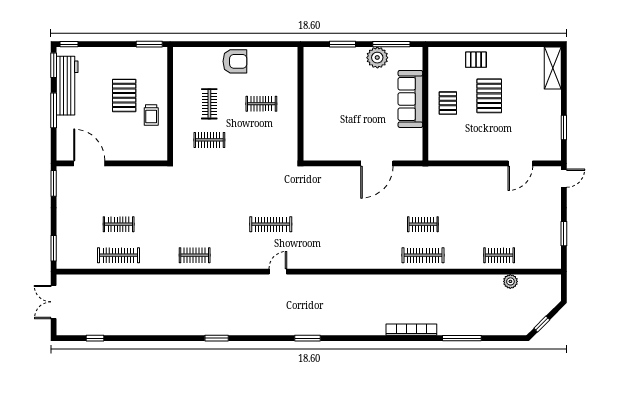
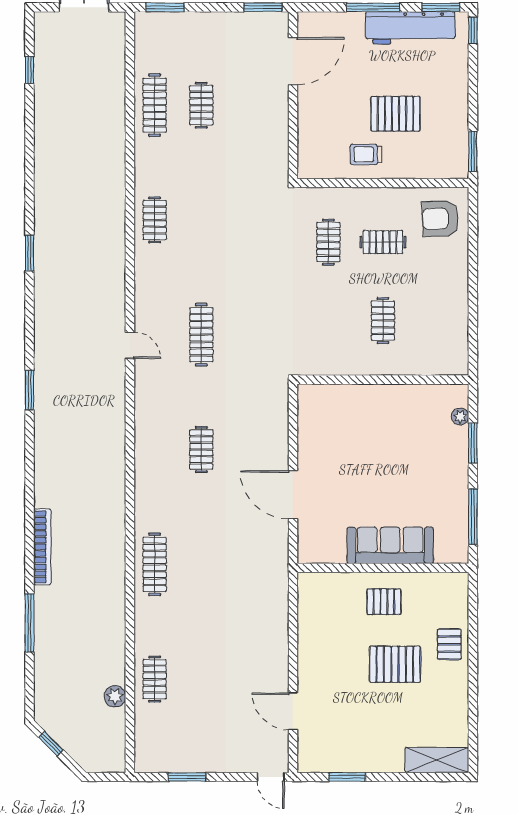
plant: (377, 58) -> (460, 417), moved, width x0.53, depth x0.53
armchair: (235, 61) -> (440, 219), moved, turned 88
clothes rail: (423, 224) -> (201, 450), moved

